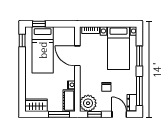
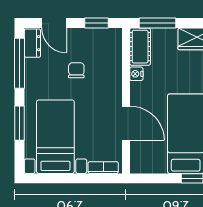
plant: (88, 103) -> (108, 42), removed

